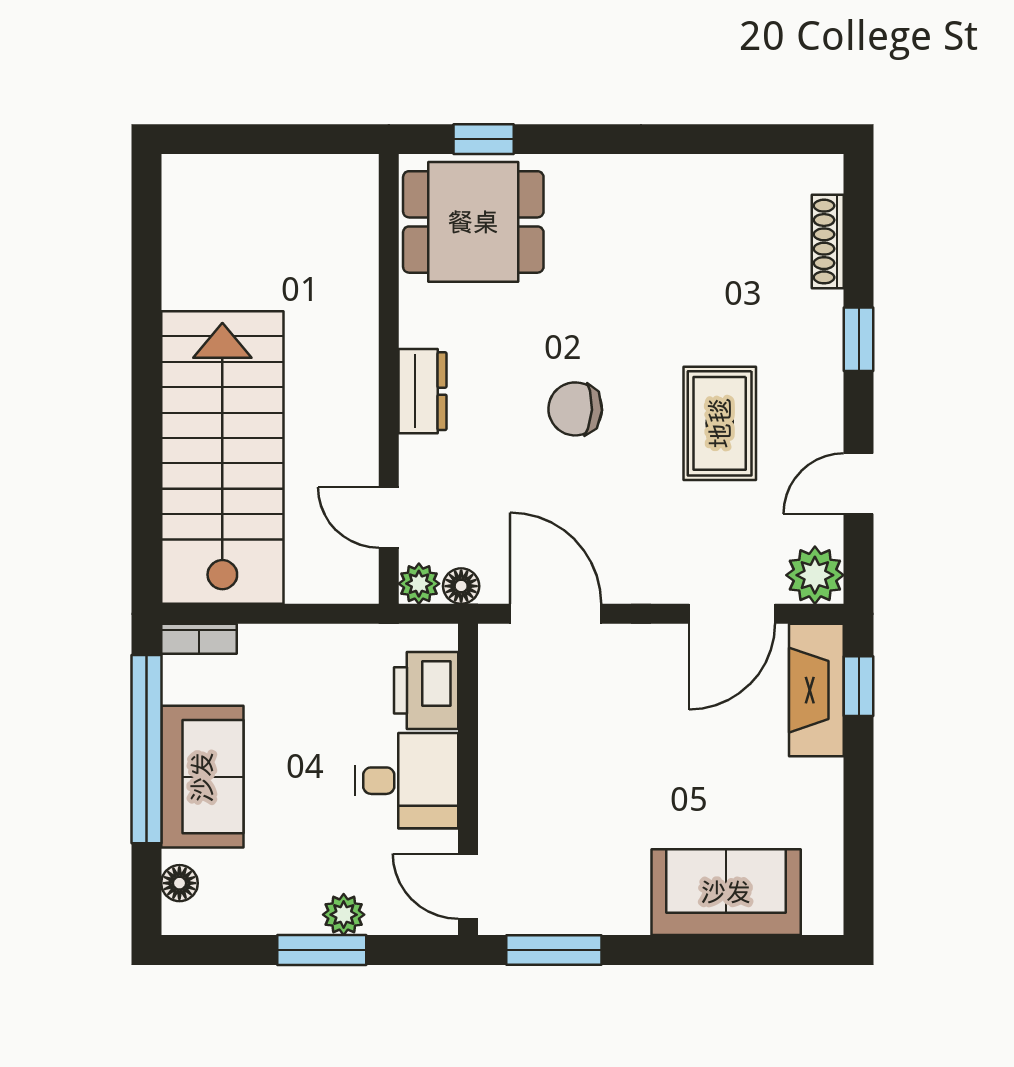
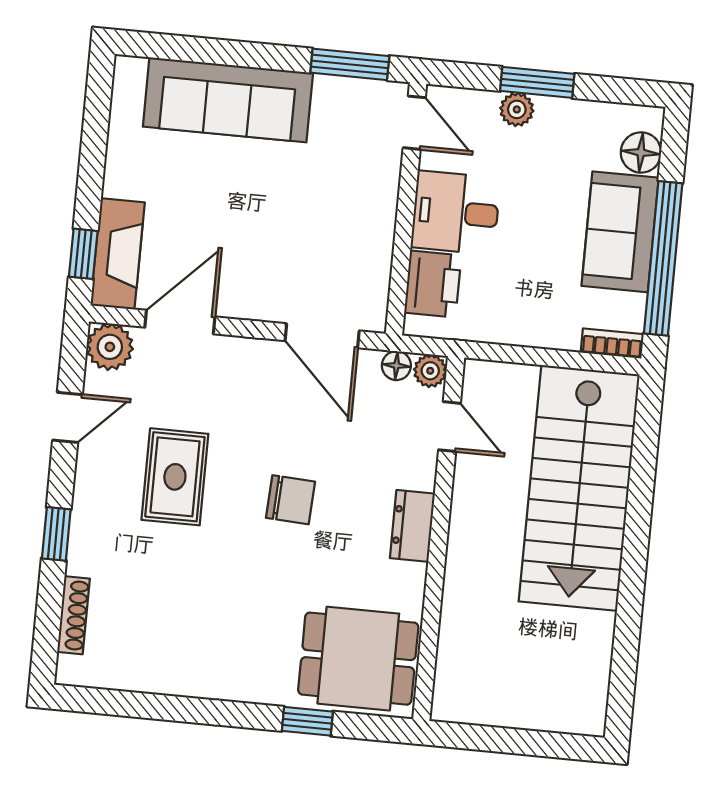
window: (484, 139) -> (307, 721), moved
floor lamp: (179, 883) -> (641, 152), width x1.37, depth x1.37
sofa: (726, 892) -> (228, 100), width x1.36

